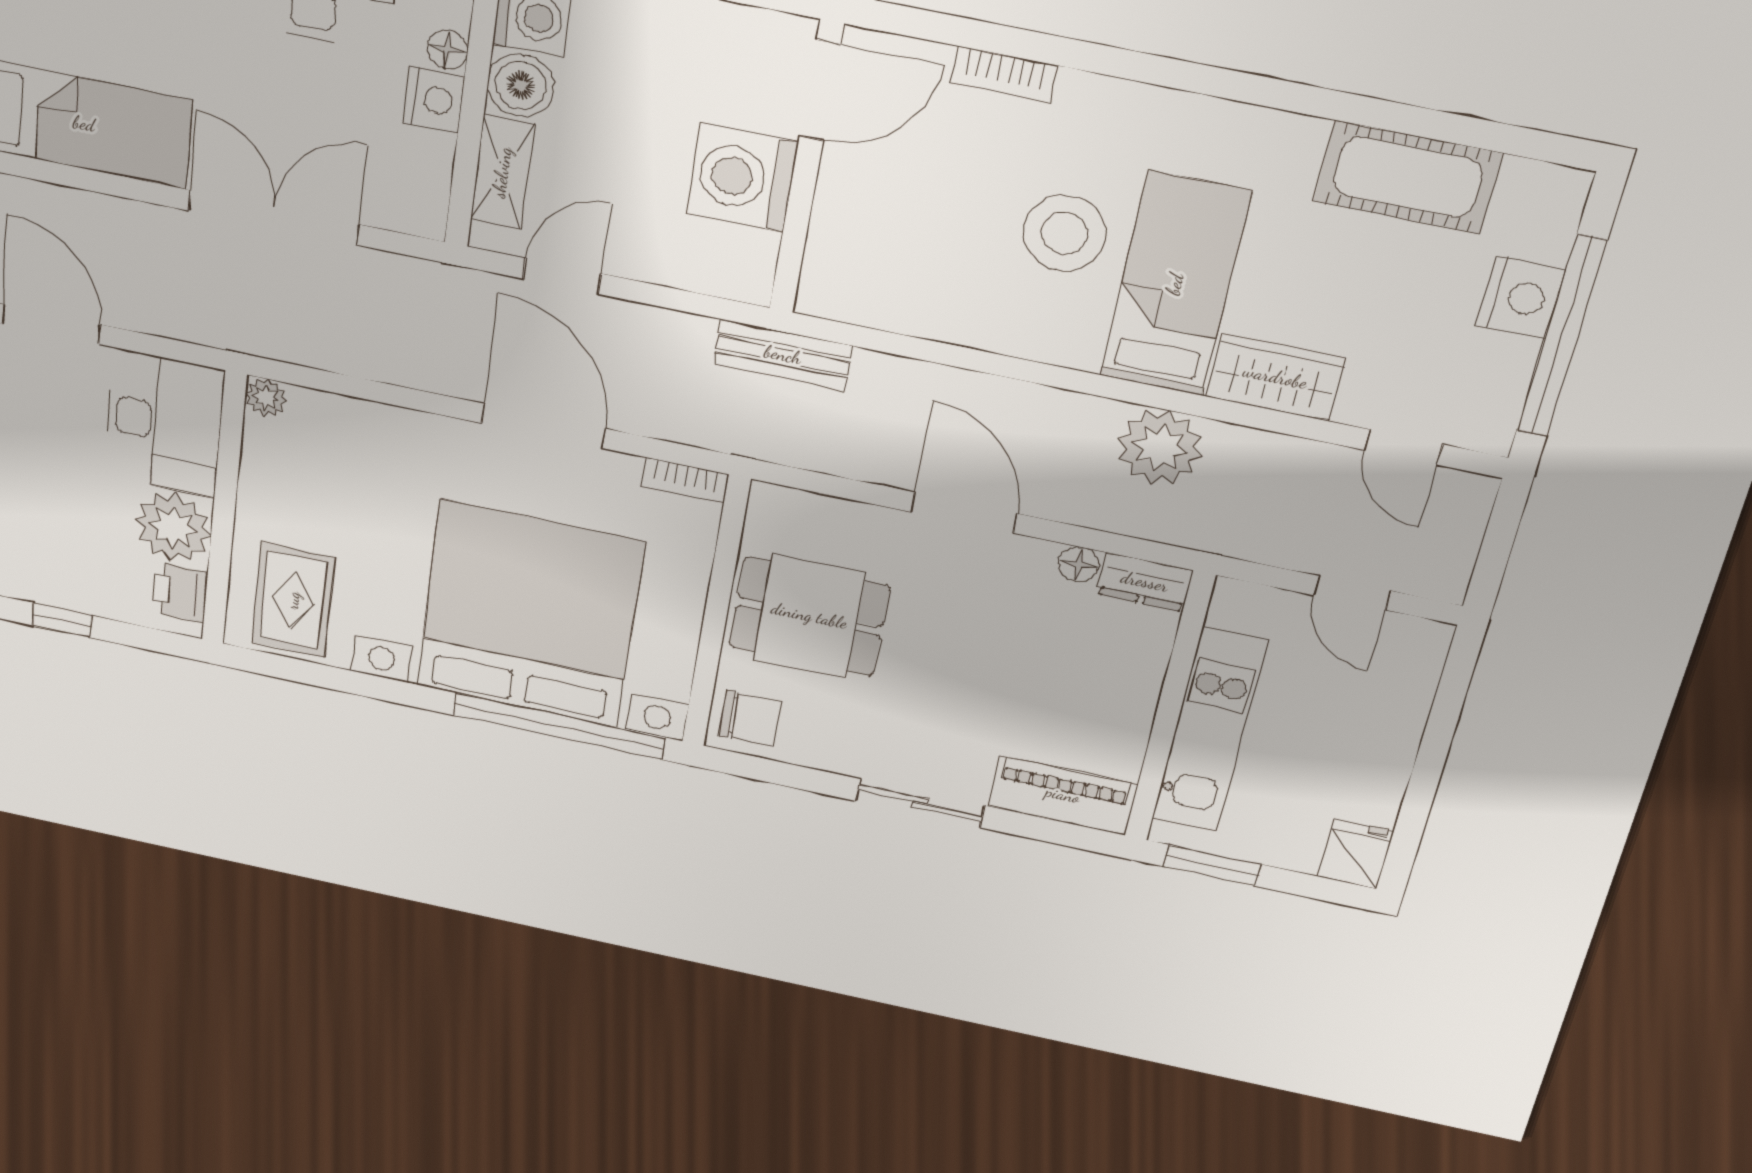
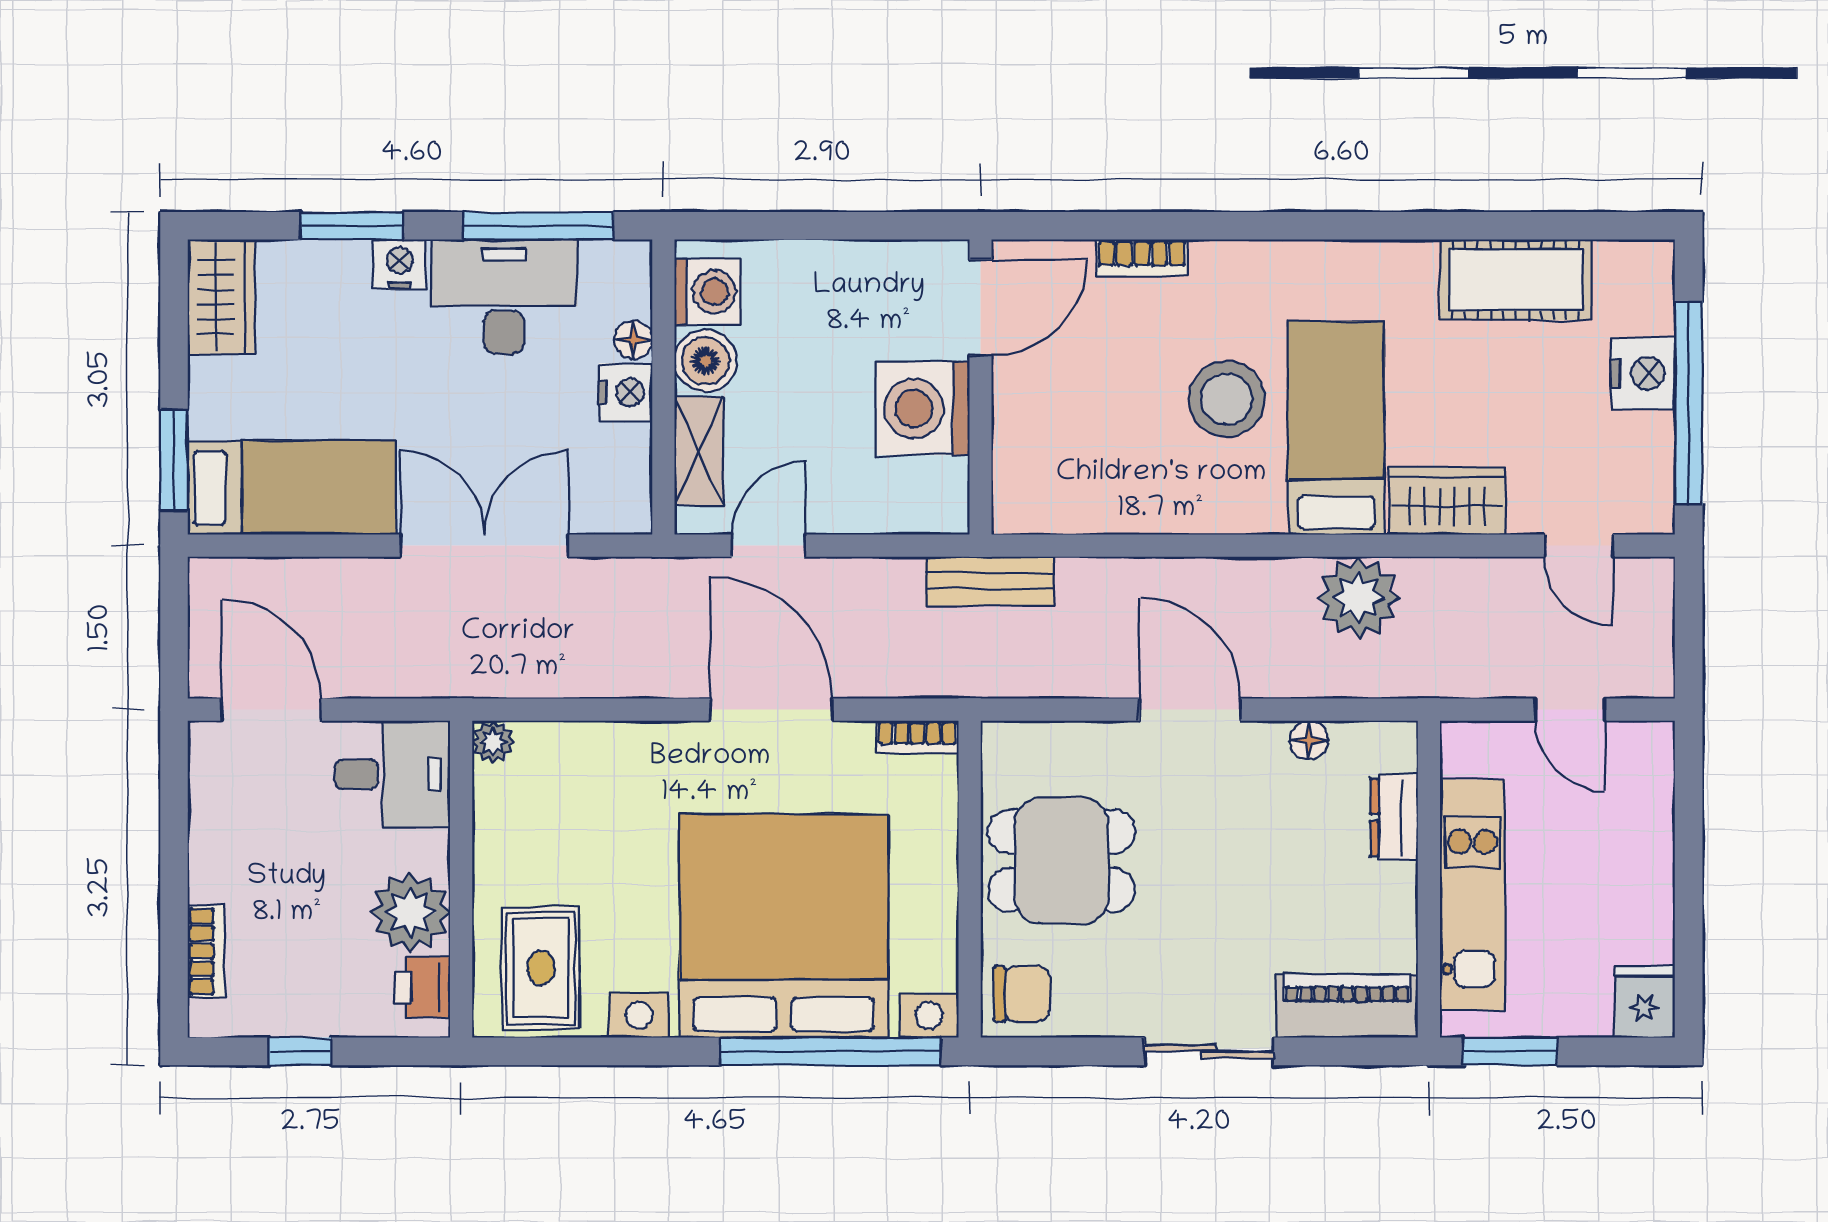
desk: (164, 423) -> (392, 774), width x0.73
dresser: (1145, 582) -> (1394, 818), moved, turned 90

